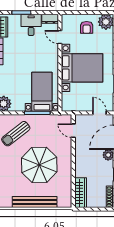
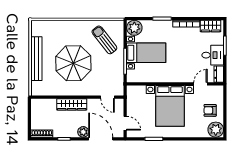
bed with nightstands: (42, 92) -> (146, 53), moved
door: (99, 113) -> (125, 123), hinge flipped
door: (73, 131) -> (107, 97), swing flipped
wardrobe: (81, 193) -> (72, 104), moved

